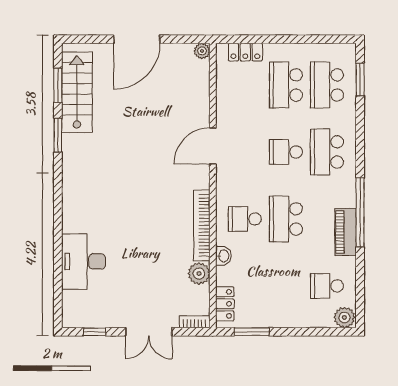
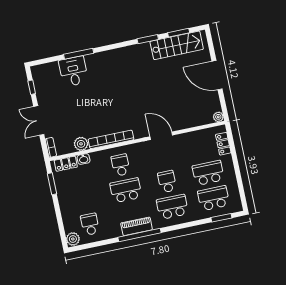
piano: (346, 232) -> (137, 226), moved
window: (58, 248) -> (79, 54), added
washbasin: (223, 256) -> (84, 159), moved
desk: (84, 261) -> (73, 71), width x0.73

